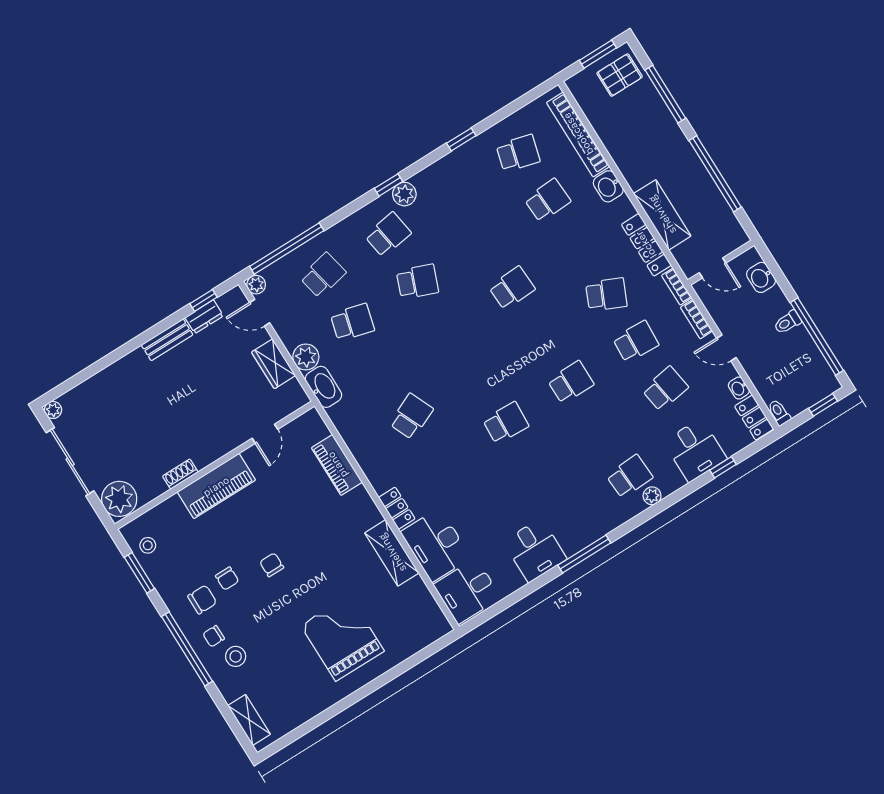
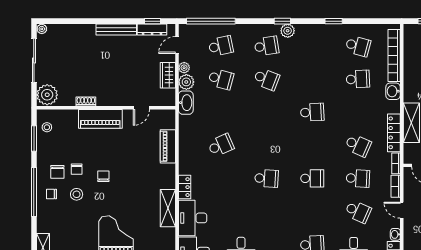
plant: (256, 285) -> (184, 68), moved
door: (260, 313) -> (177, 45), hinge flipped
dresser: (204, 317) -> (152, 29), width x1.44
bench: (167, 340) -> (116, 29), width x1.36
school desk: (665, 389) -> (358, 211), turned 33
chair: (202, 599) -> (57, 172), turned 90
stool: (236, 656) -> (77, 194), moved

